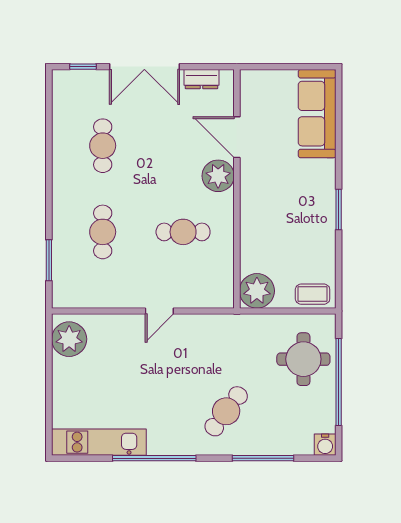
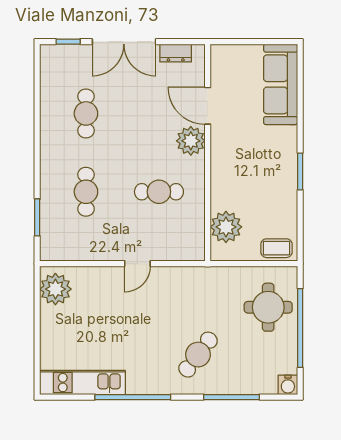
plant: (257, 291) -> (226, 227), moved

